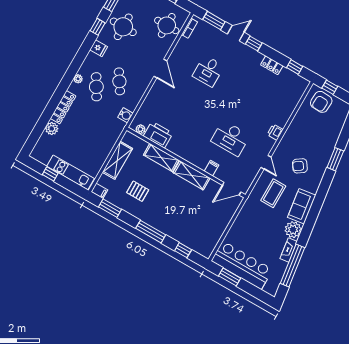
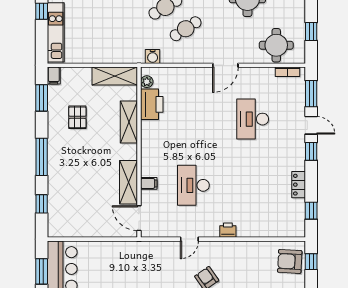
desk: (208, 71) -> (253, 119), width x1.37
shelving: (117, 160) -> (115, 76), moved
shelving: (192, 175) -> (128, 182), moved
coffee table: (273, 193) -> (160, 266), removed

